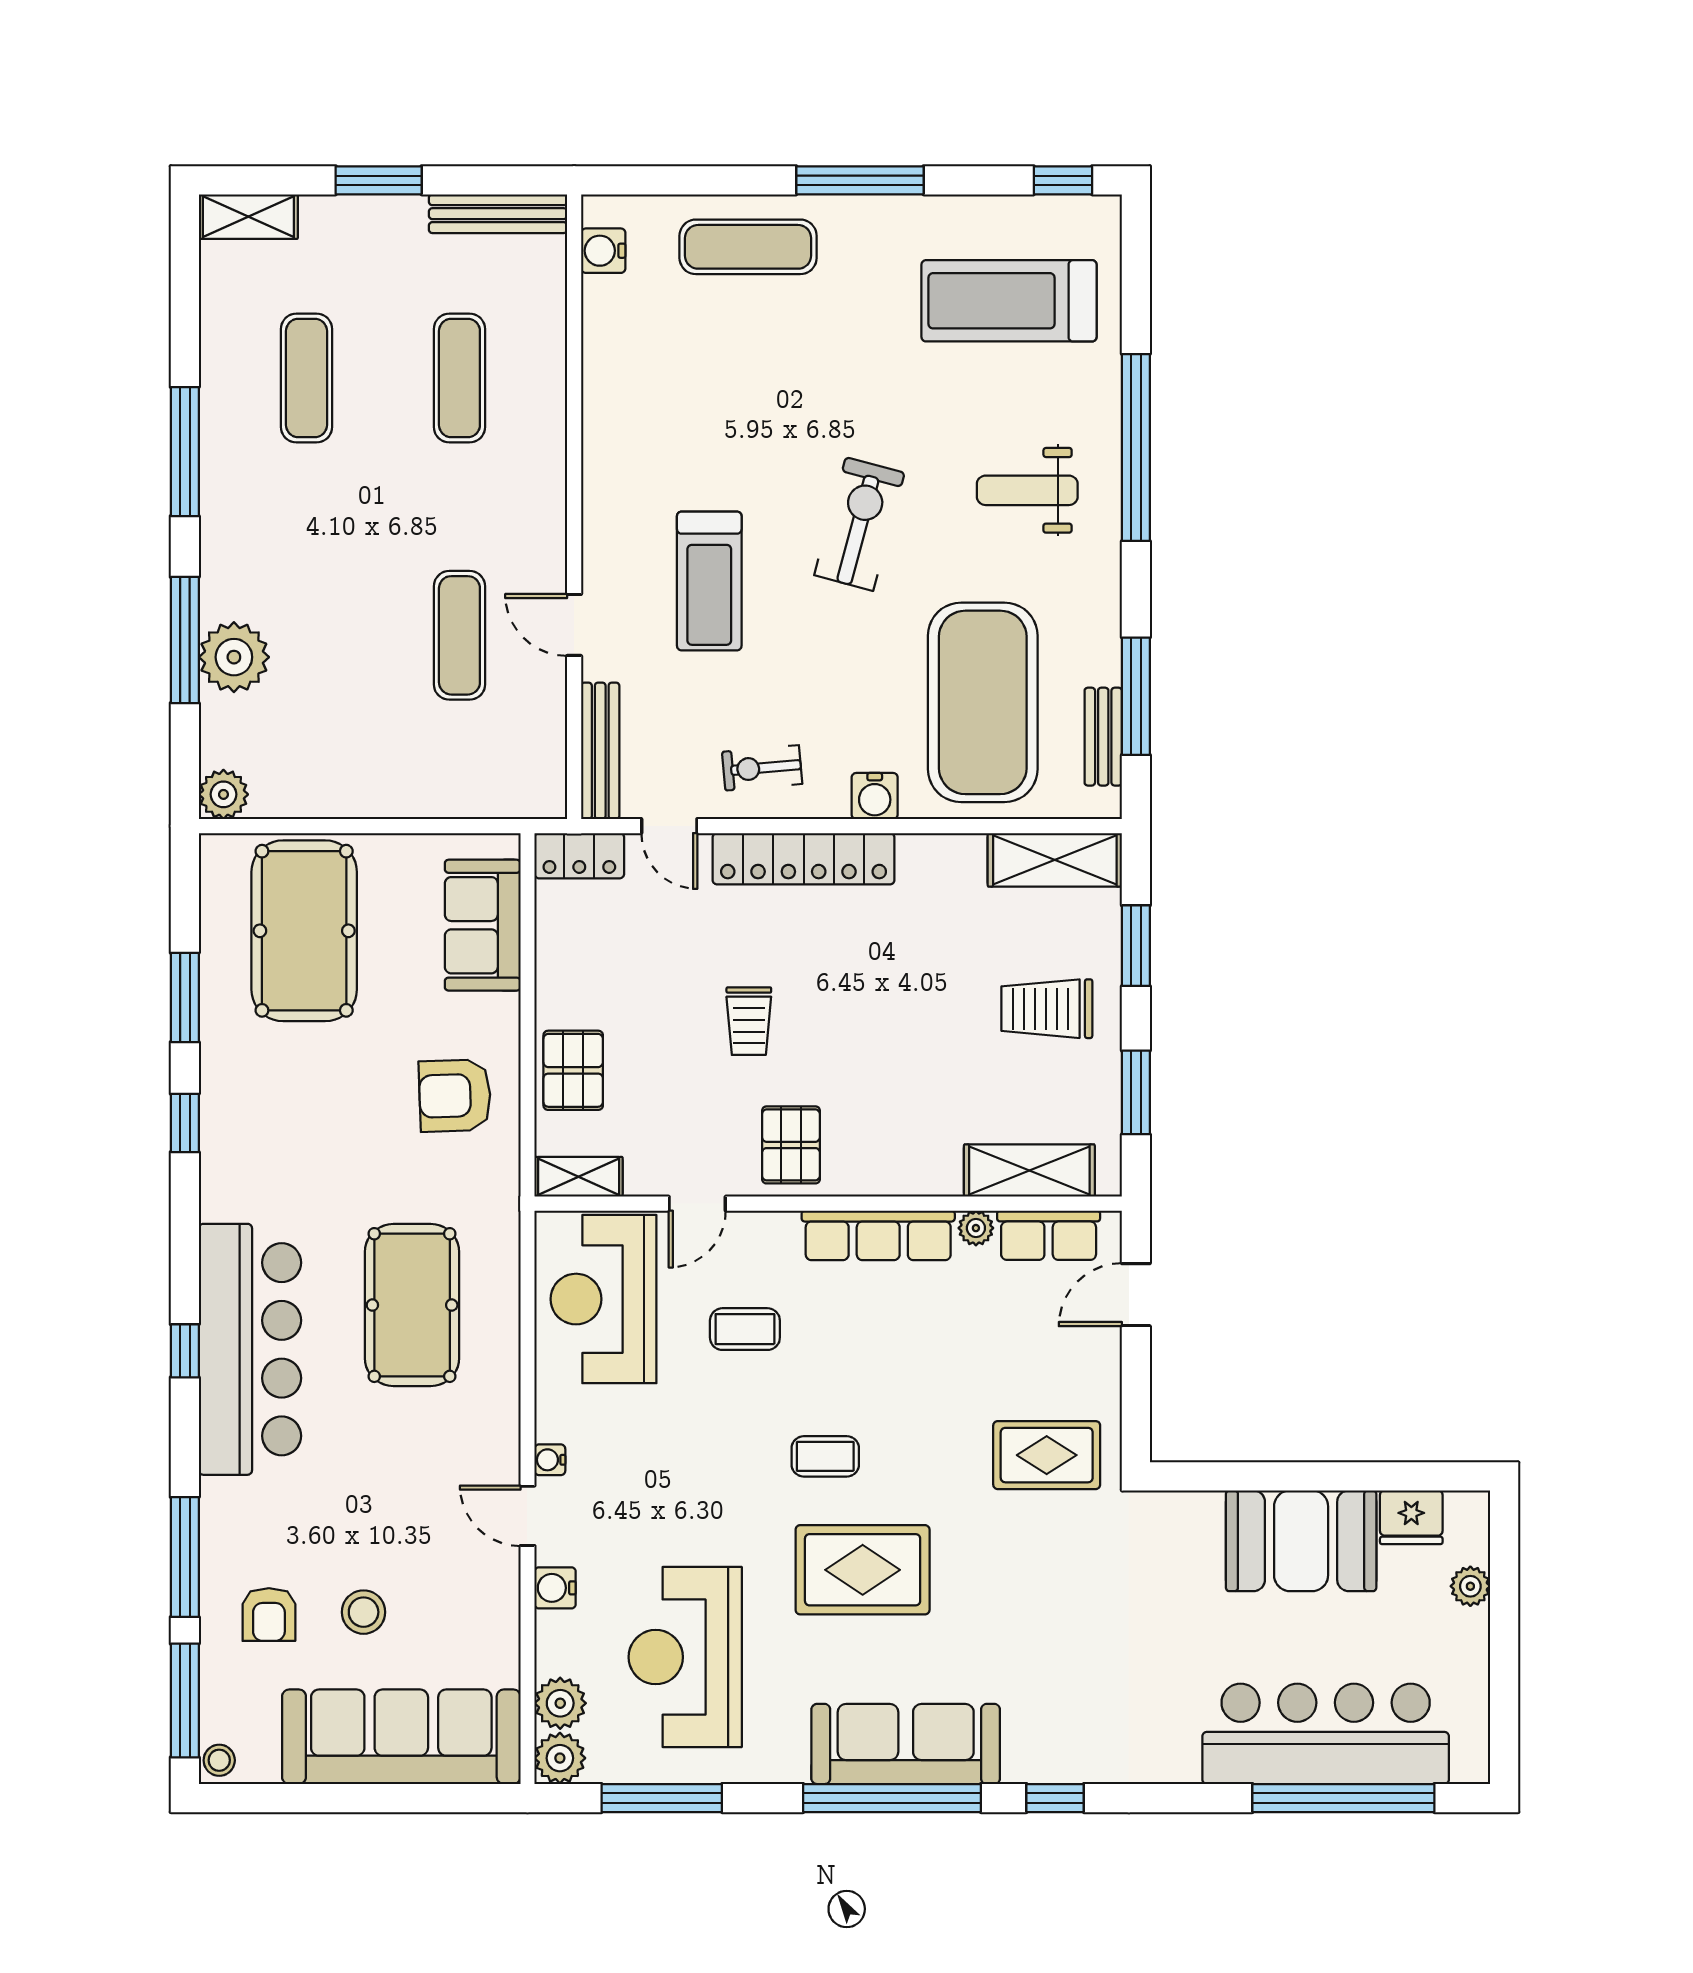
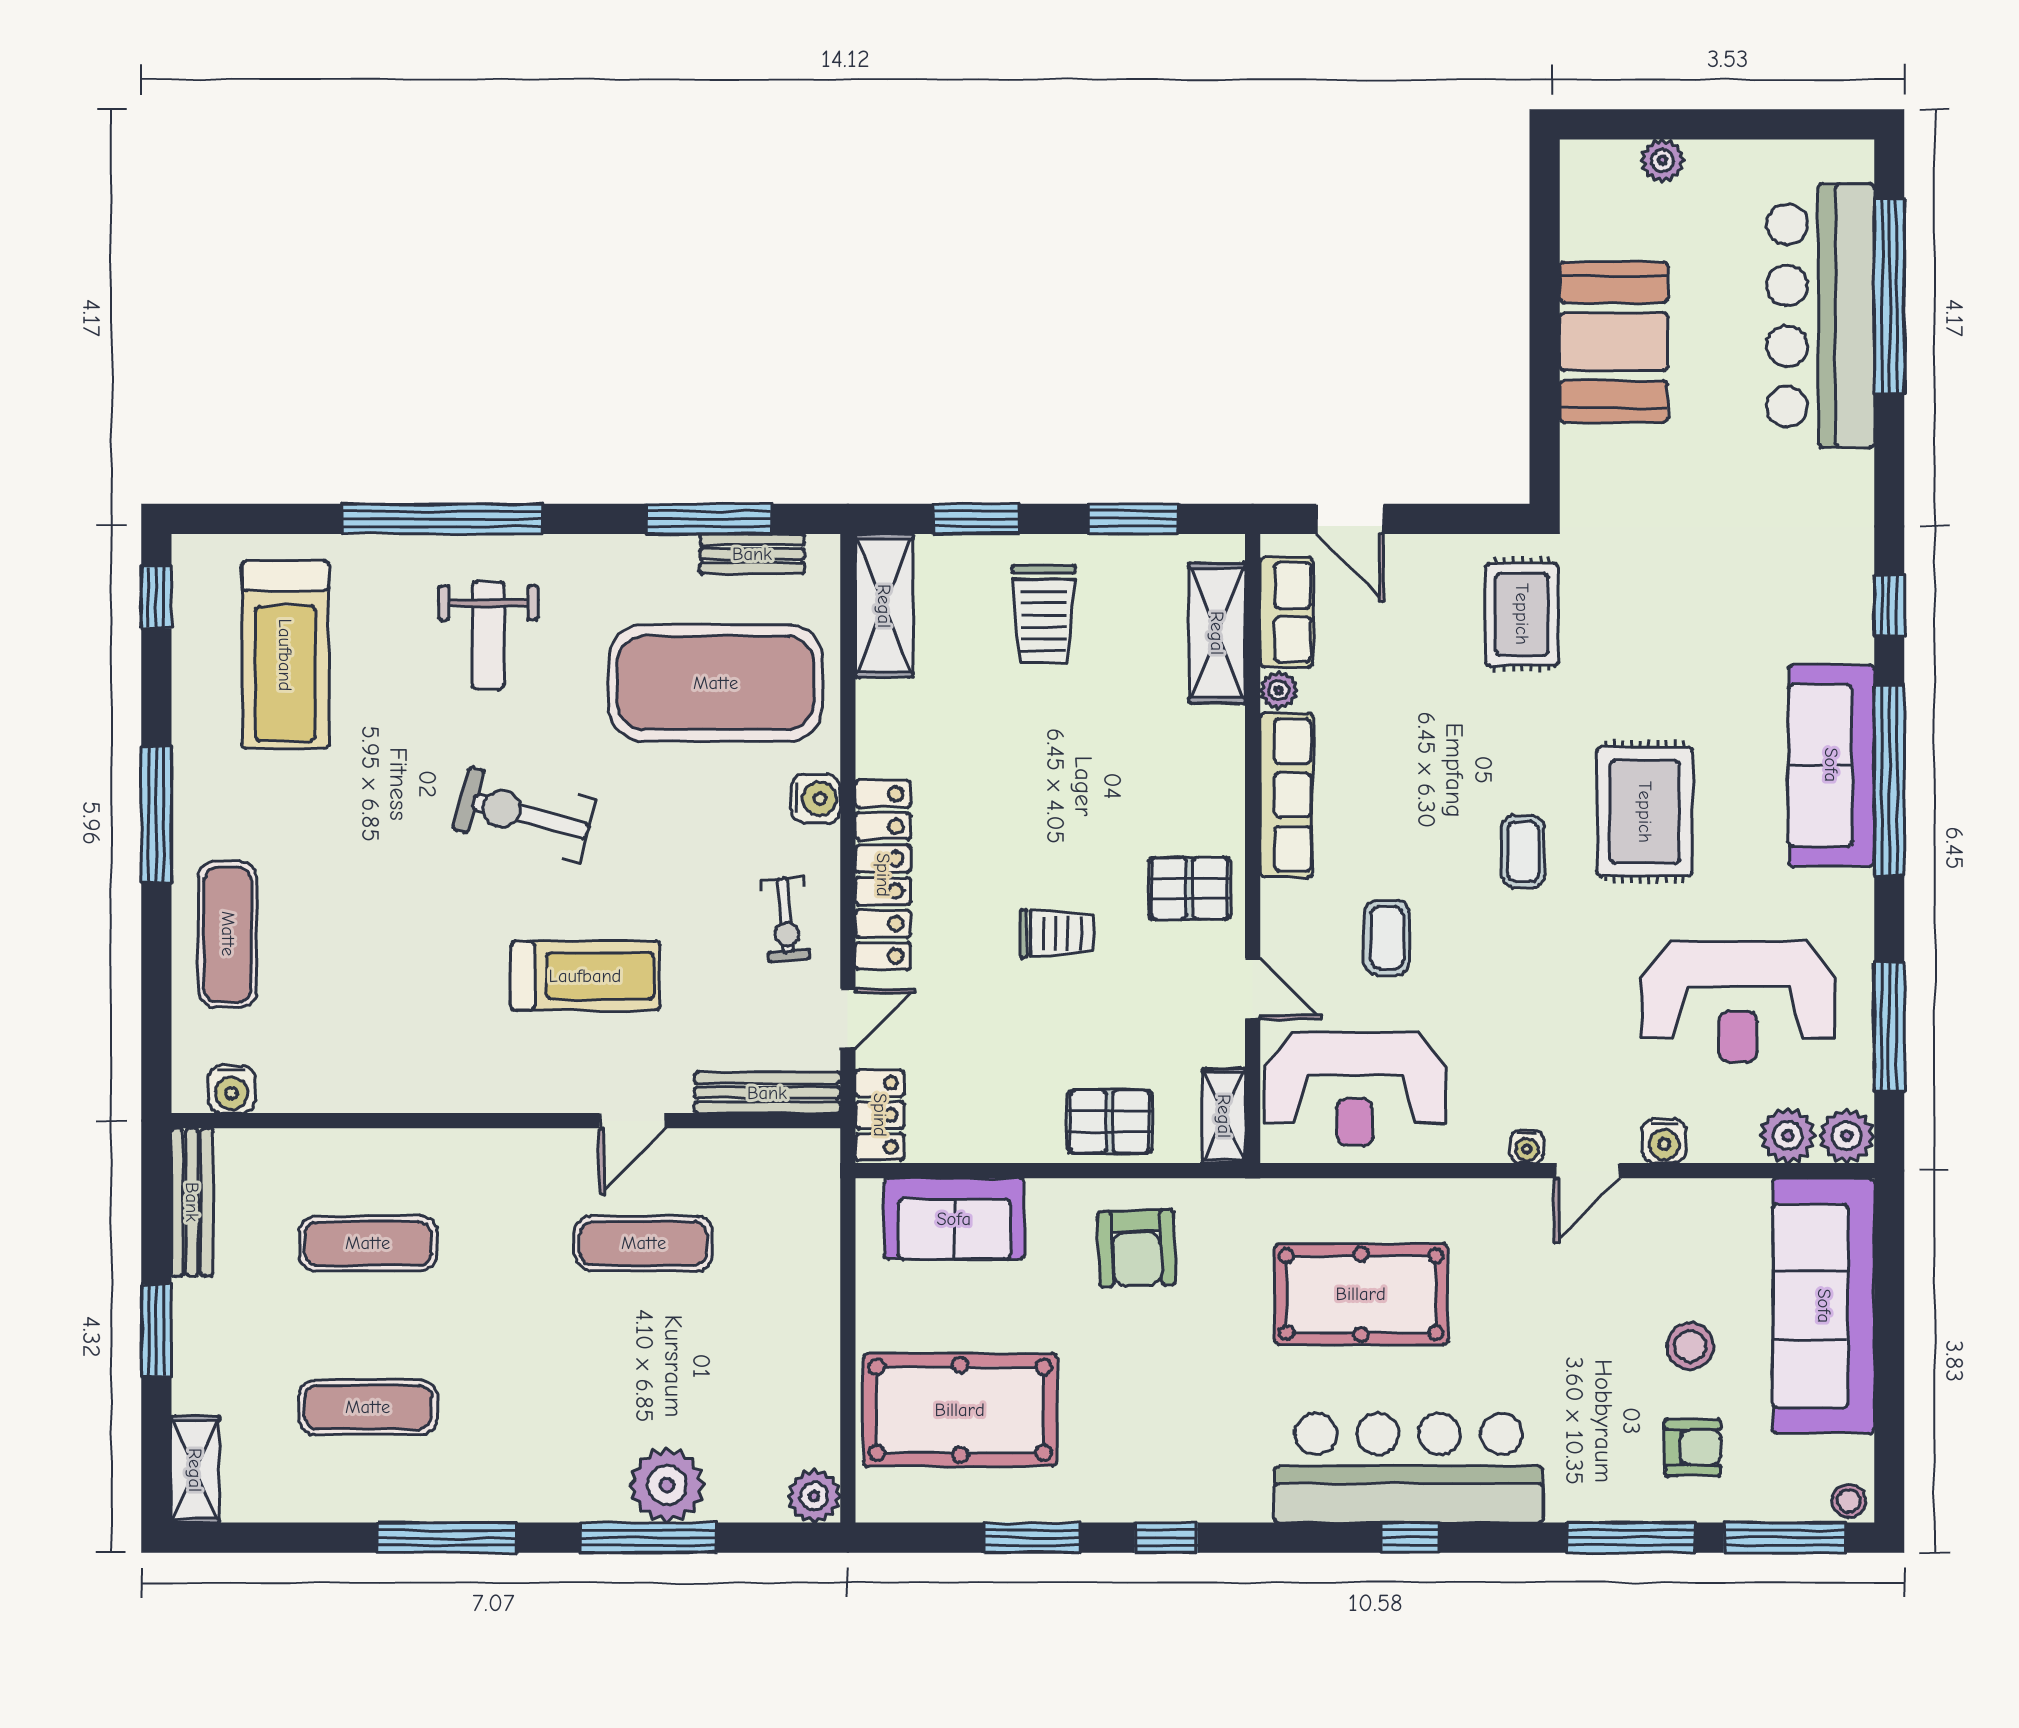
fridge: (1411, 1517) -> (1588, 224), removed

